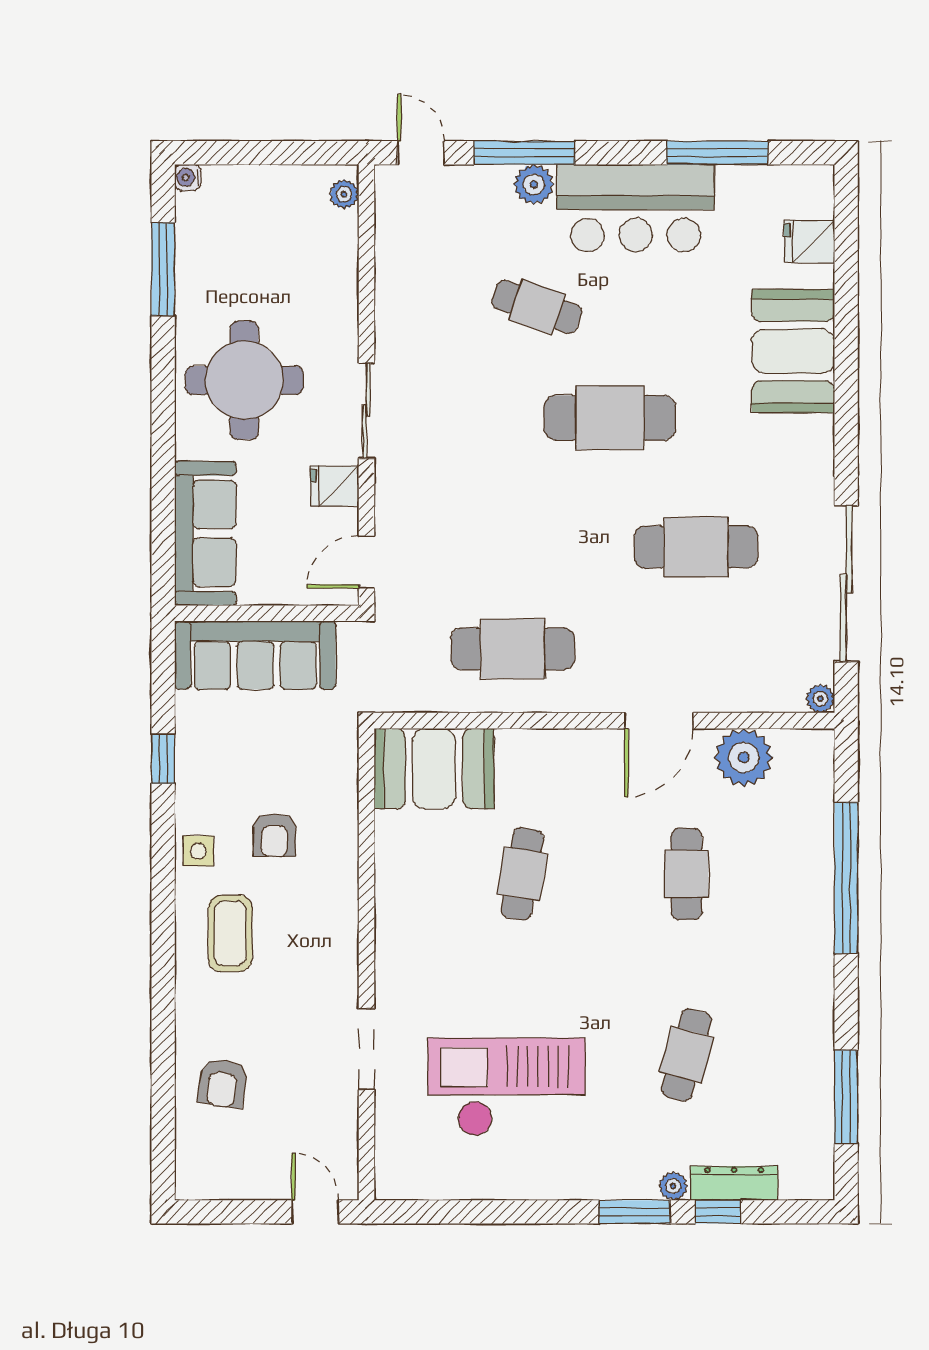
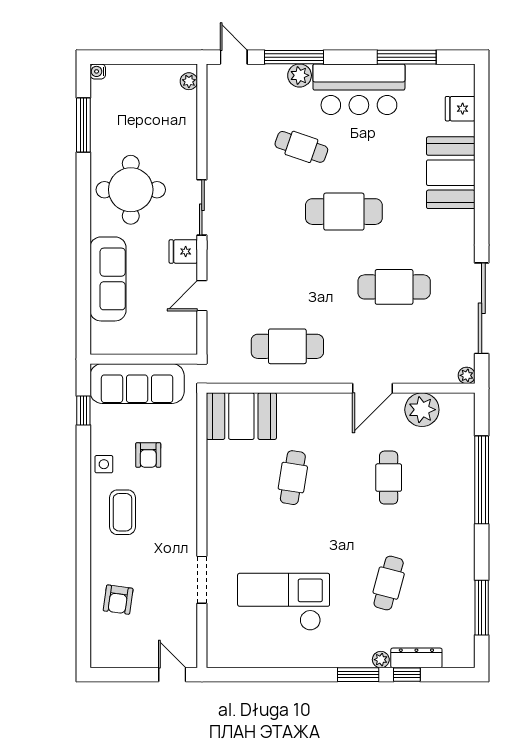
wall: (267, 613) -> (144, 359), moved
sofa: (255, 655) -> (137, 384), moved

